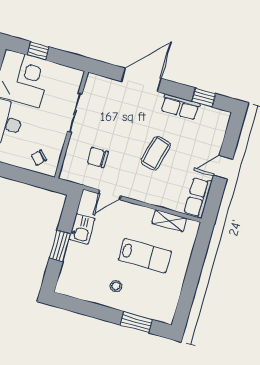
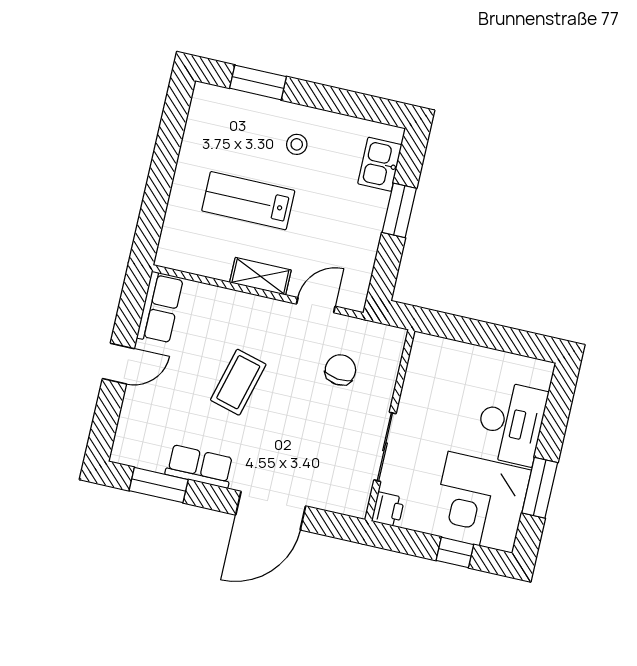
printer: (75, 77) -> (388, 509), added
window: (204, 97) -> (159, 485), width x1.50
chair: (98, 157) -> (340, 370), turned -84
chair: (39, 158) -> (444, 364), removed
shelving: (169, 221) -> (260, 276), moved
kitchen sink: (82, 229) -> (380, 164), moved

